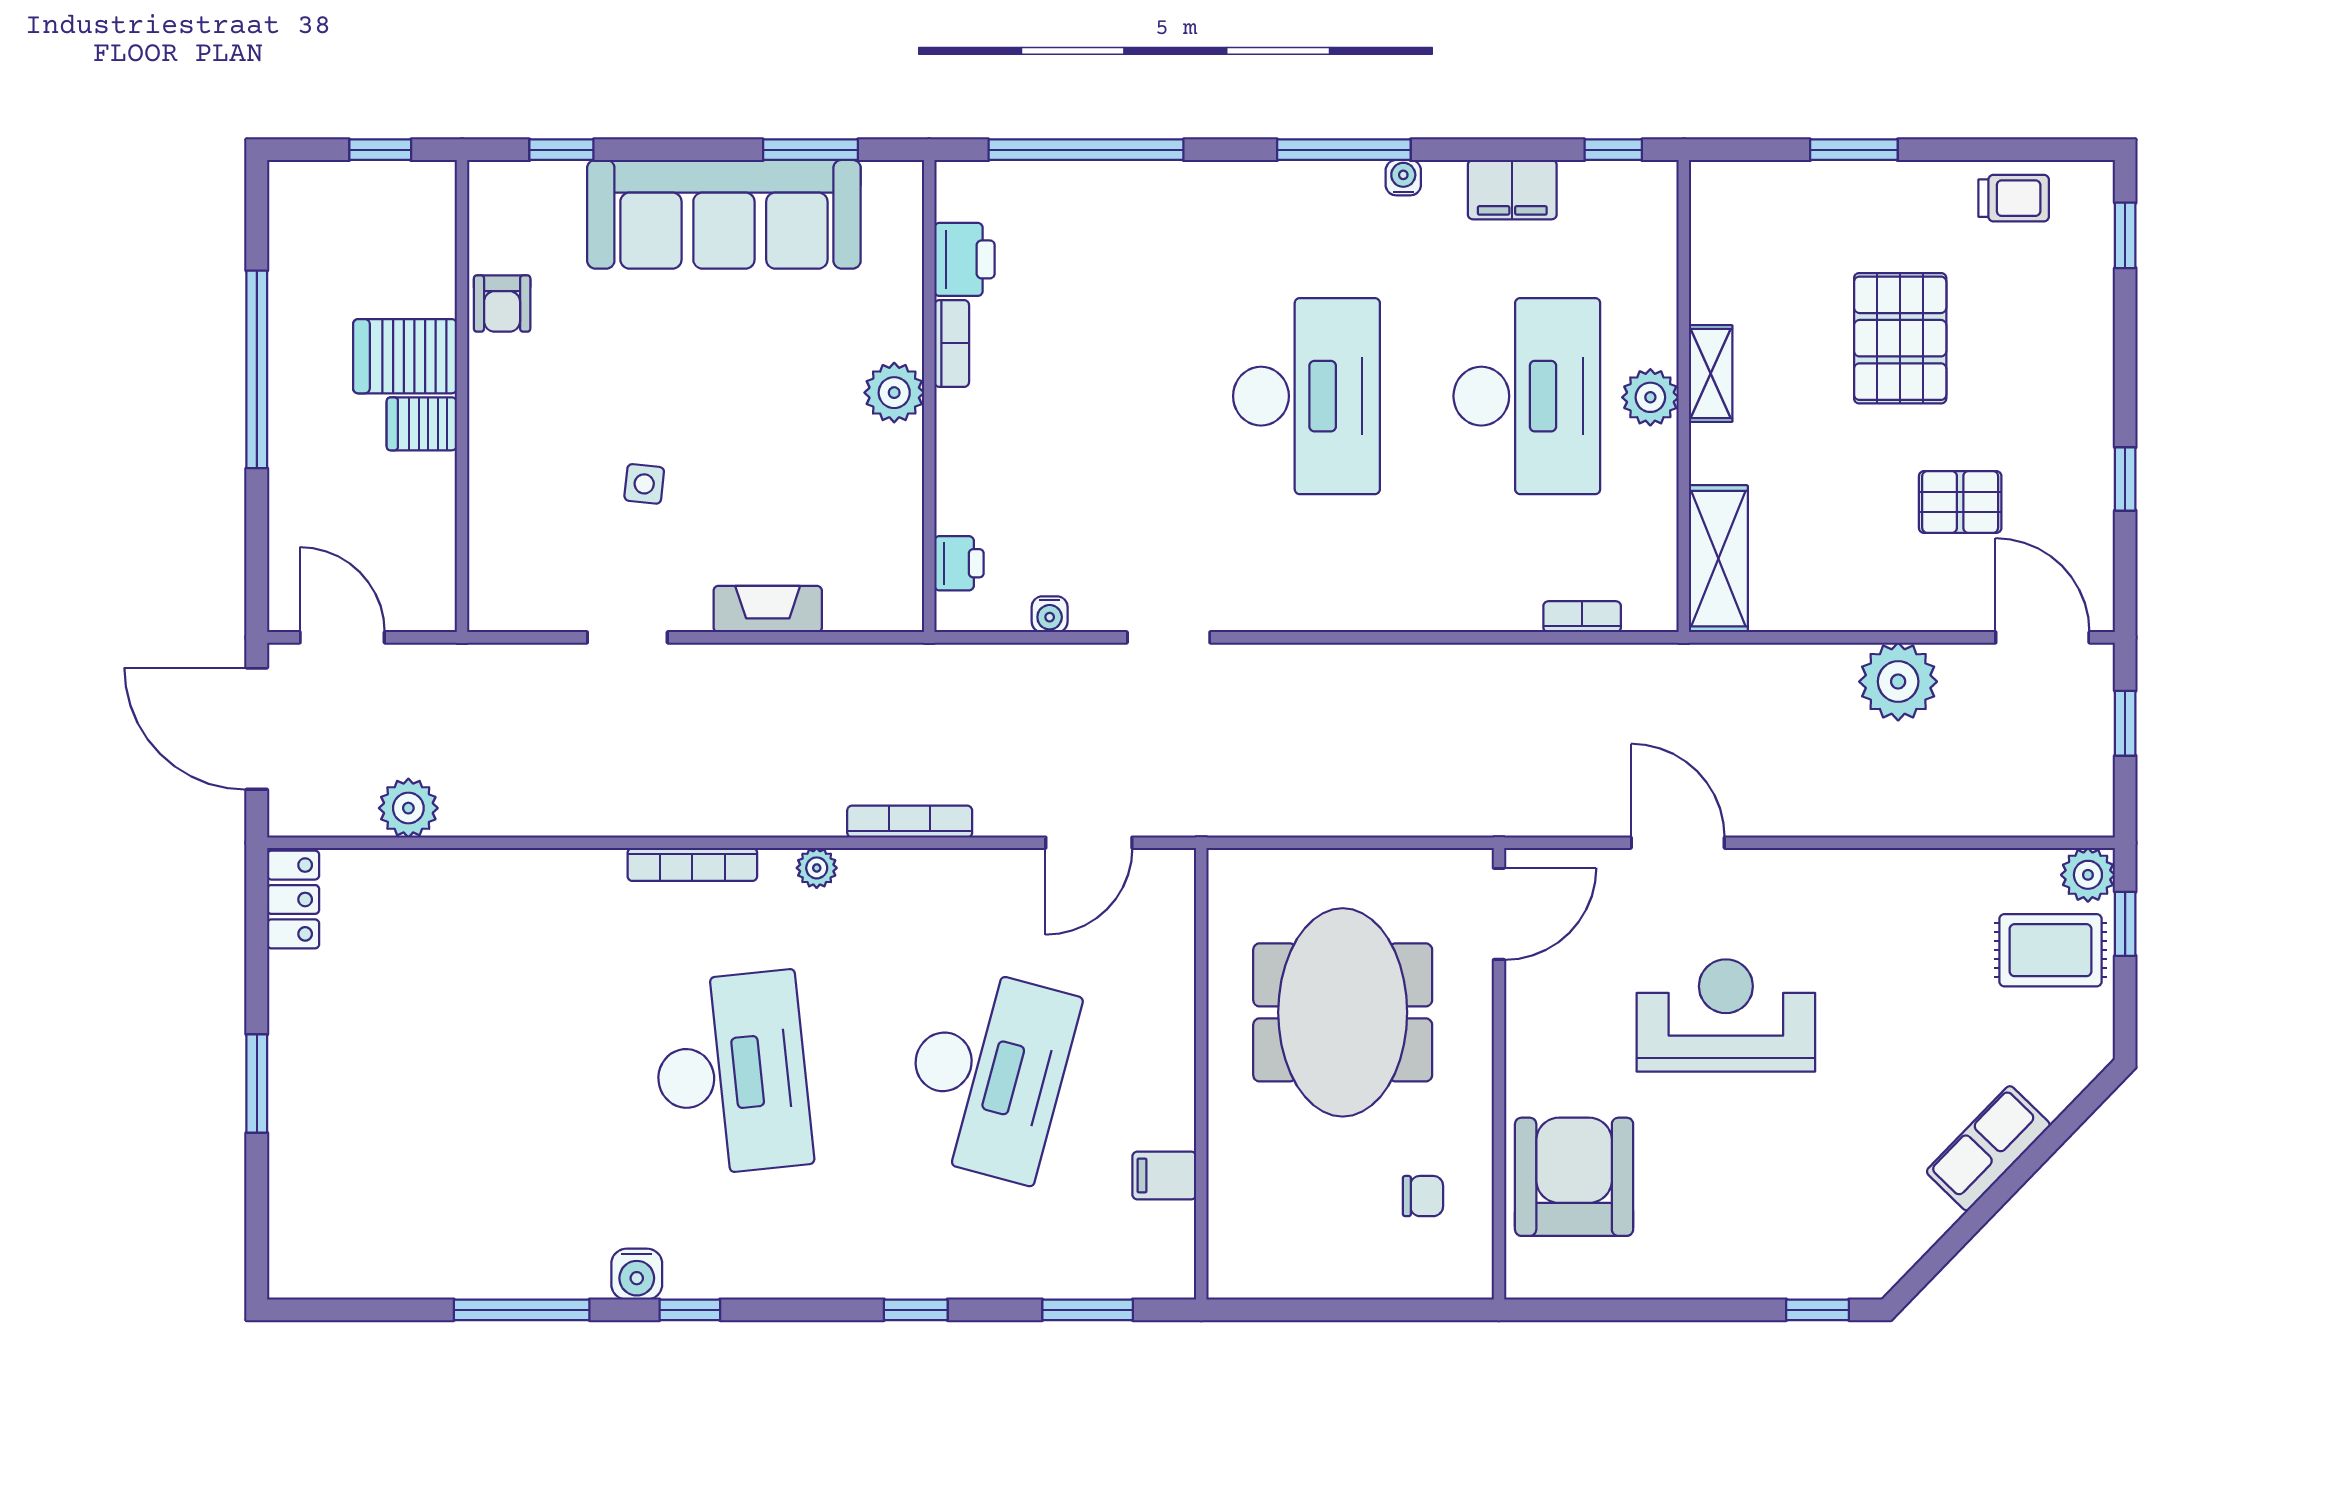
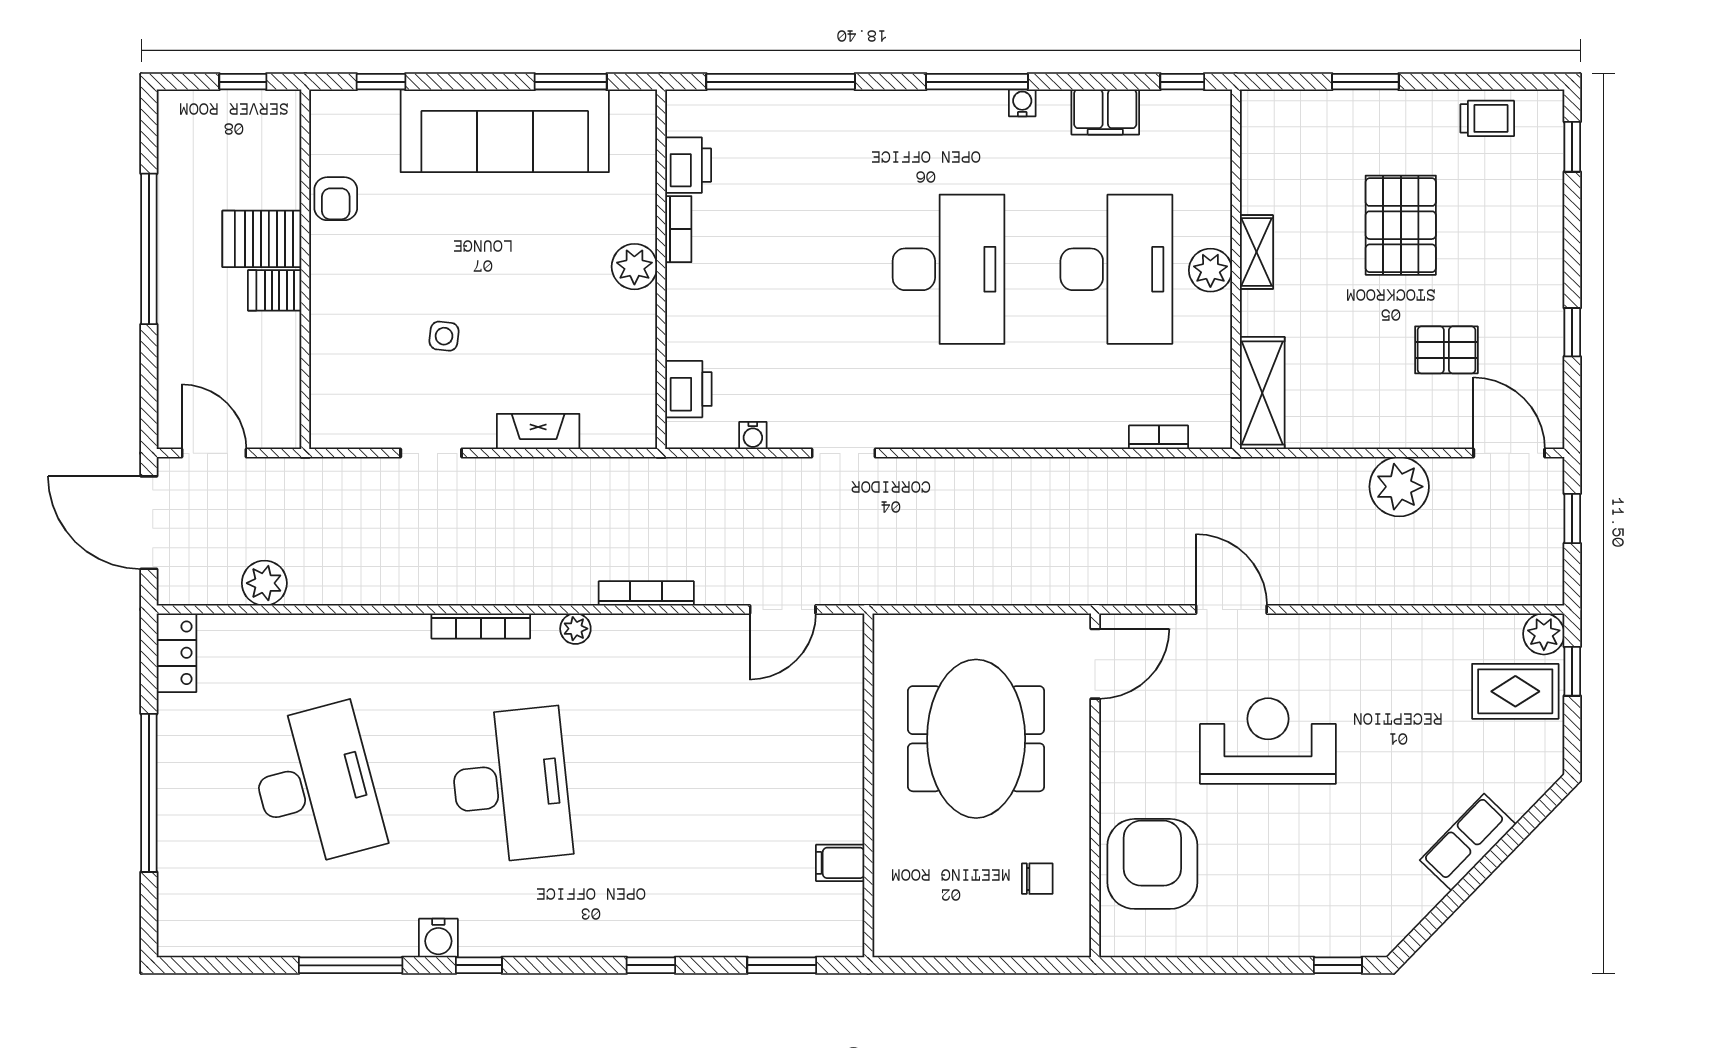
printer: (959, 563) -> (688, 389), width x1.36, depth x1.24
desk: (988, 1074) -> (316, 785), moved, turned -30
window: (257, 1084) -> (149, 793), width x2.11

